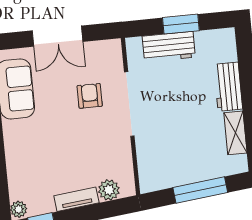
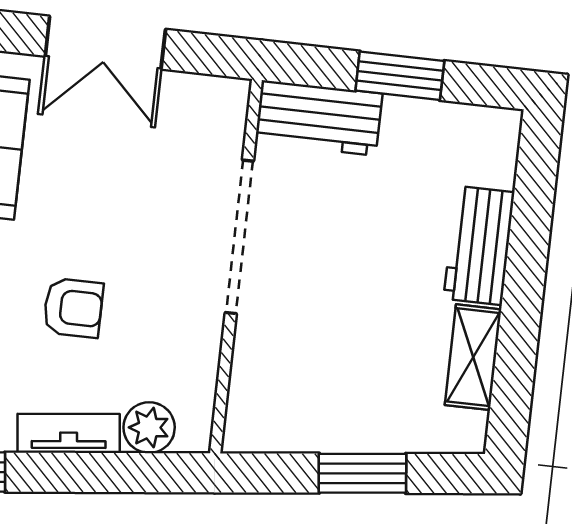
workbench: (169, 47) -> (319, 118), moved
armchair: (90, 96) -> (73, 308), moved, turned 90
window: (200, 190) -> (362, 473), width x0.69

